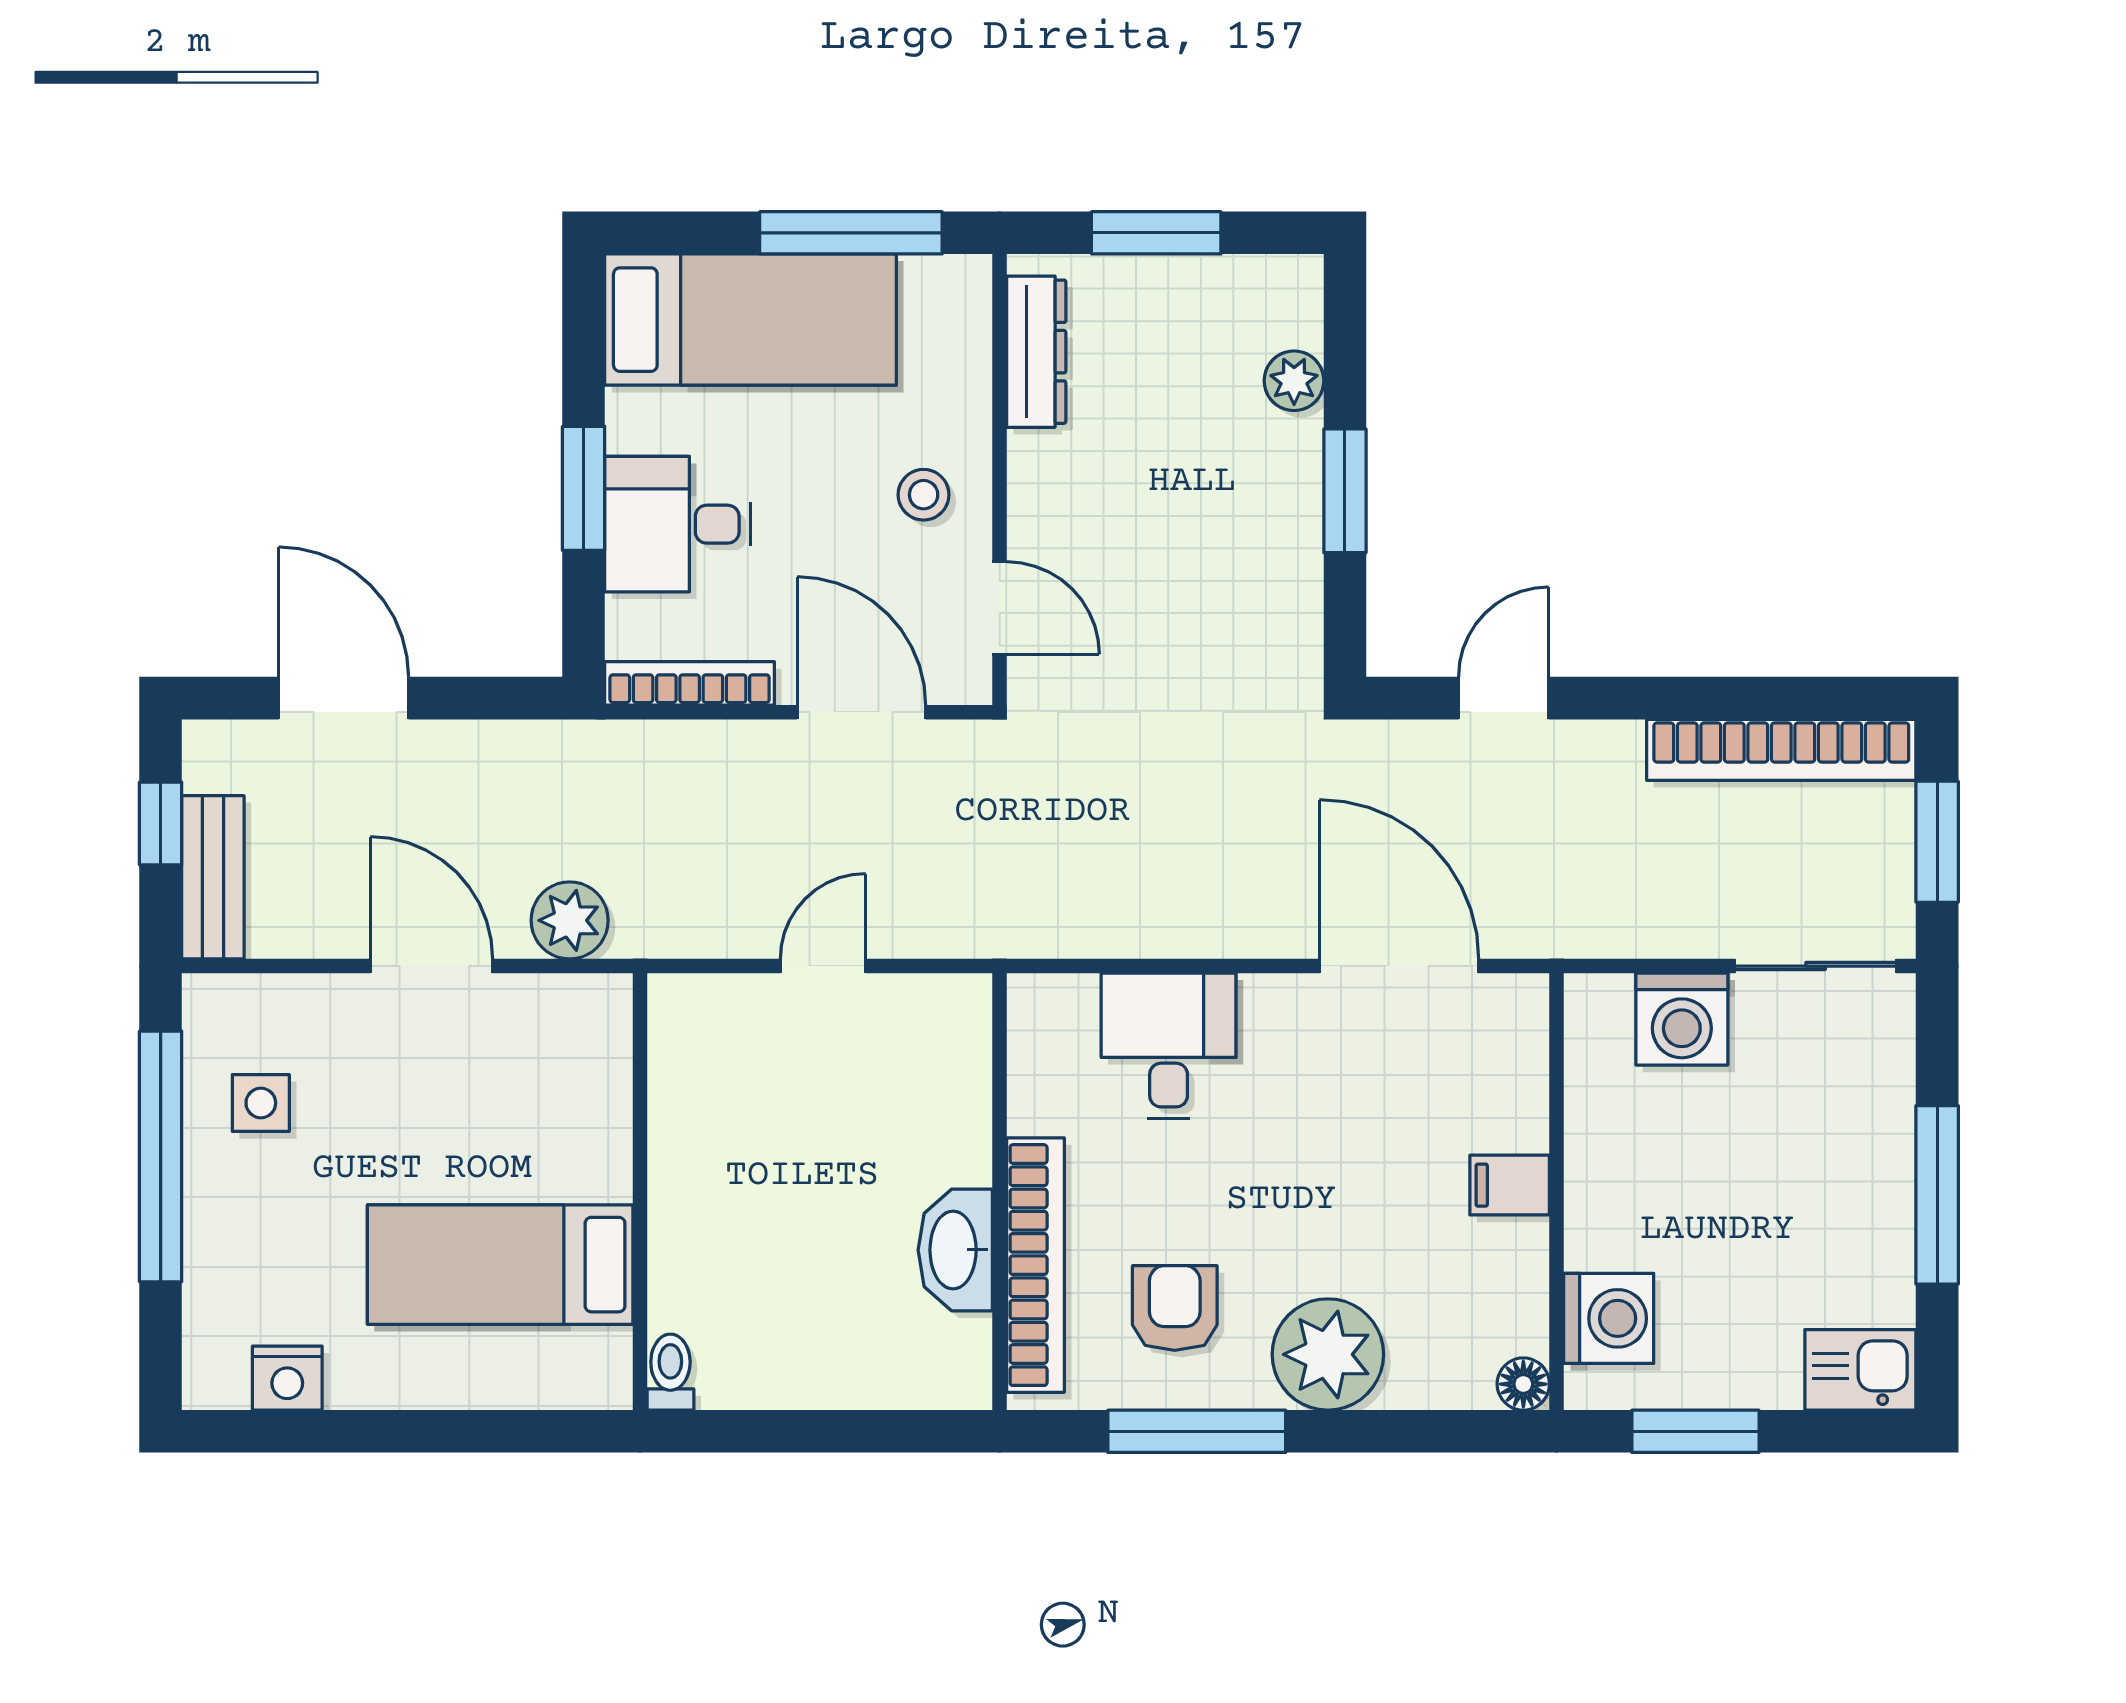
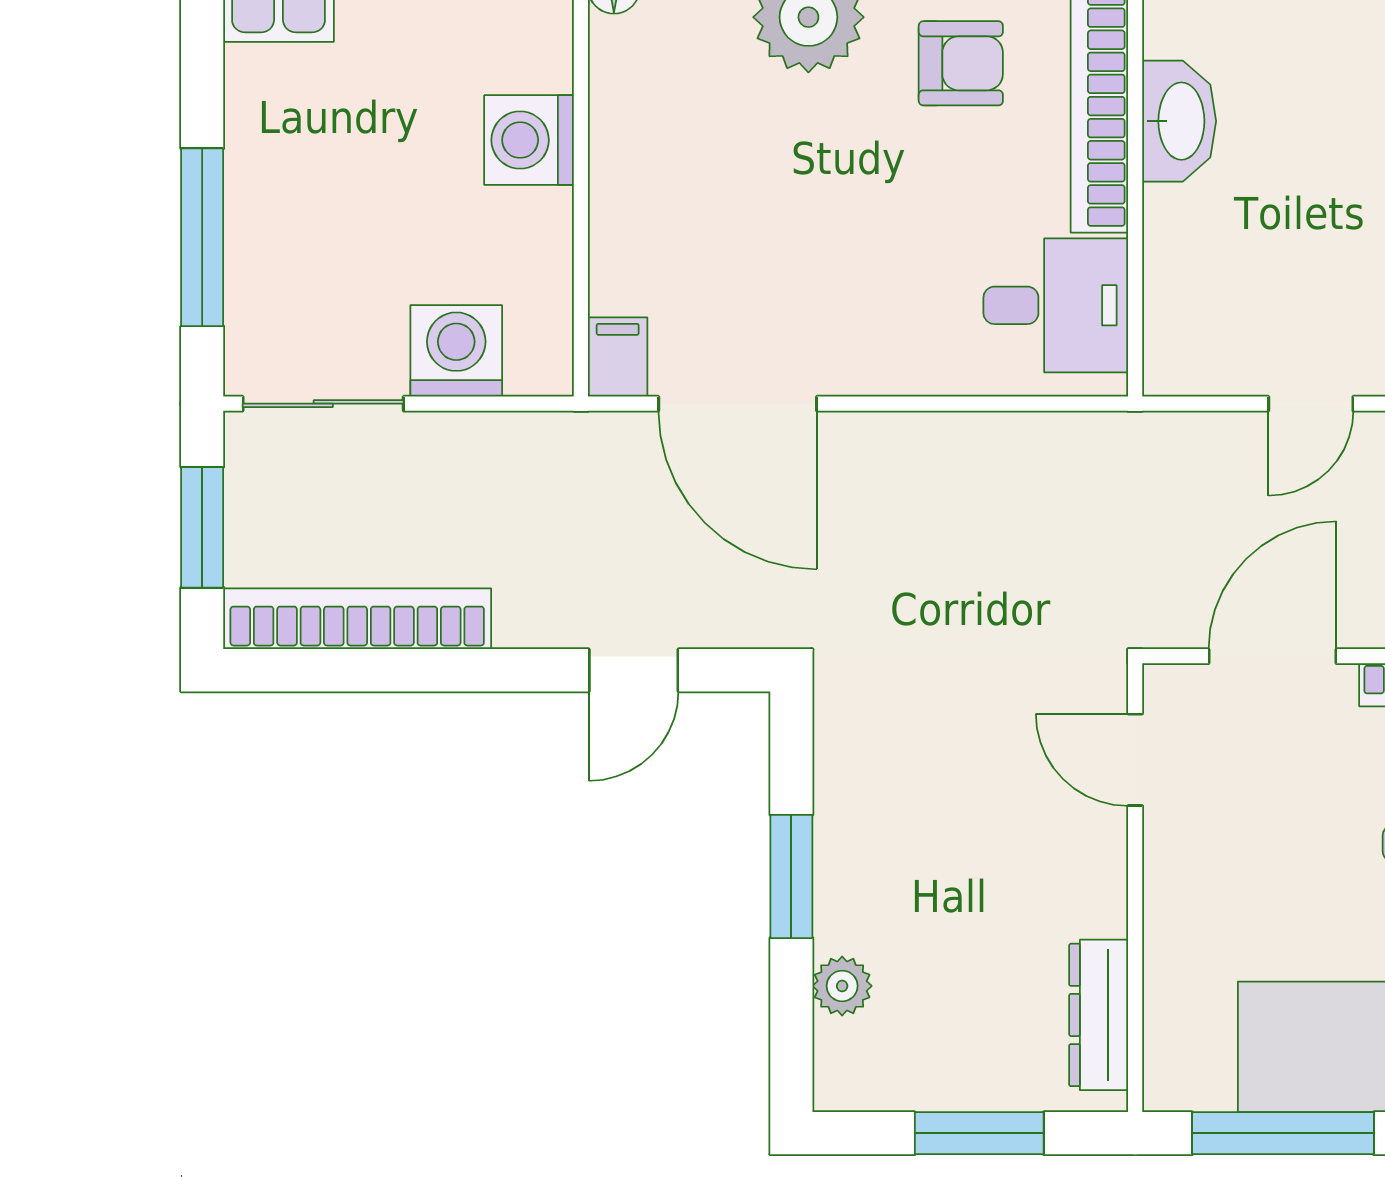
stool: (924, 495) -> (1211, 873), removed
door: (861, 712) -> (1273, 656), swing flipped
desk: (1169, 1046) -> (1056, 305), moved, turned -90
filing cabinet: (1510, 1185) -> (618, 357), moved, turned -90
window: (1937, 1195) -> (202, 237), moved
armchair: (1175, 1308) -> (961, 63), turned -90
washing machine: (1609, 1318) -> (529, 140), moved

